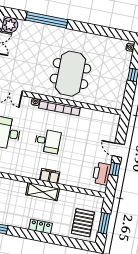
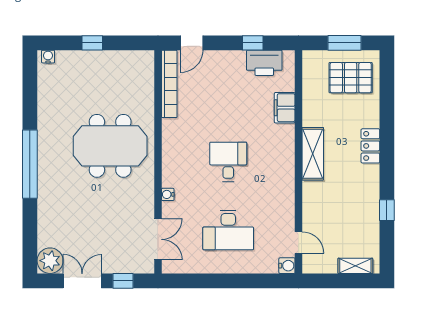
window: (47, 20) -> (30, 164), moved
bookcase: (60, 107) -> (169, 84), moved
door: (118, 150) -> (192, 43), moved
filing cabinet: (50, 176) -> (285, 108), moved

